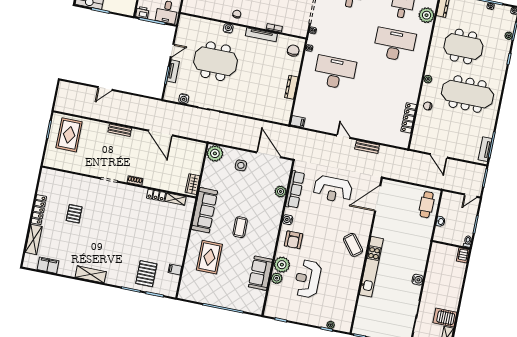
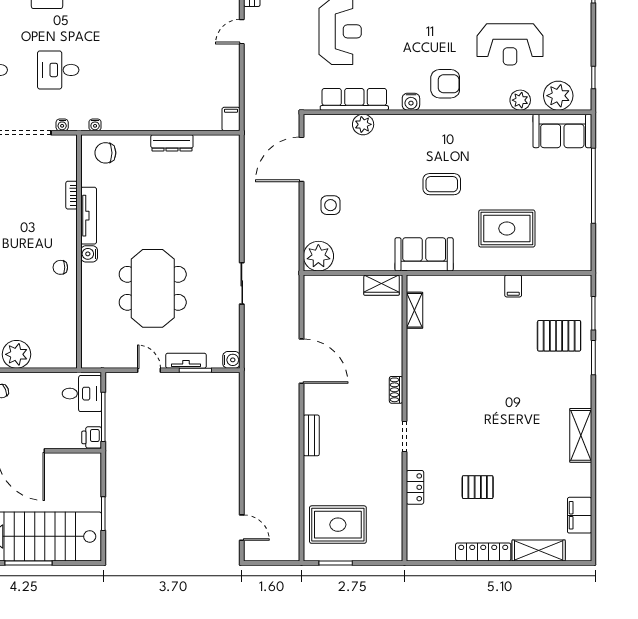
water cooler: (228, 28) -> (89, 254), moved
desk: (335, 73) -> (58, 70), moved, width x0.53, depth x0.77
door: (105, 89) -> (242, 528), moved
water cooler: (184, 99) -> (231, 360), moved
door: (161, 133) -> (302, 361), hinge flipped
locker: (156, 195) -> (415, 487), moved
sofa: (204, 210) -> (424, 254), width x0.73
plant: (282, 265) -> (558, 96), moved
filing cabinet: (175, 269) -> (513, 286), moved
sofa: (260, 273) -> (562, 131), moved

